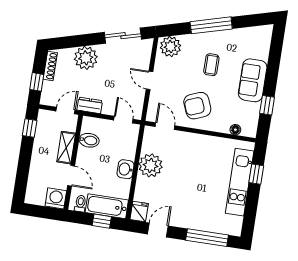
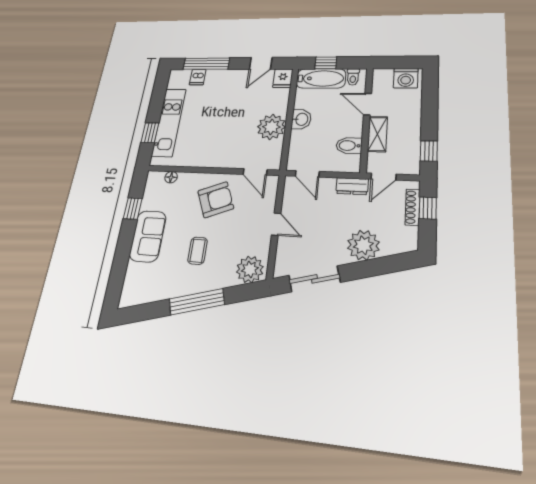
shoe rack: (50, 66) -> (412, 207), moved
washing machine: (56, 198) -> (406, 78), moved
dishwasher: (215, 225) -> (198, 77), added

